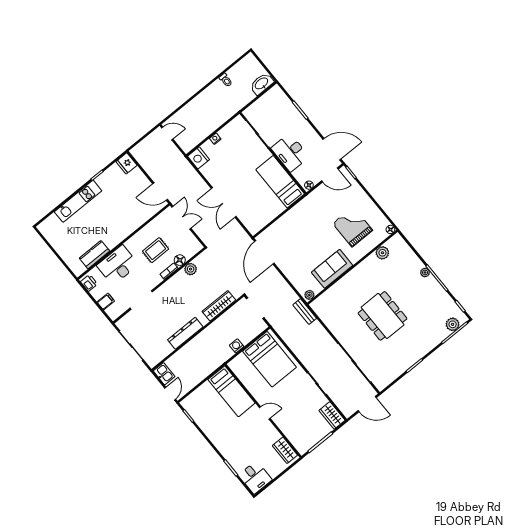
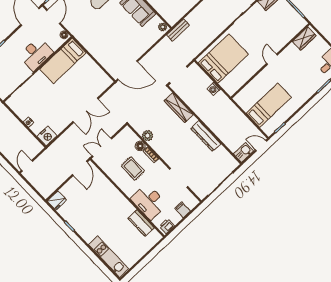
kitchen unit: (78, 201) -> (109, 257), moved
bed: (232, 391) -> (269, 105), moved

